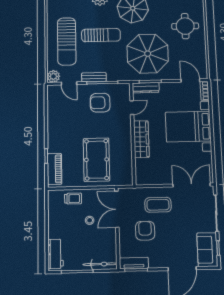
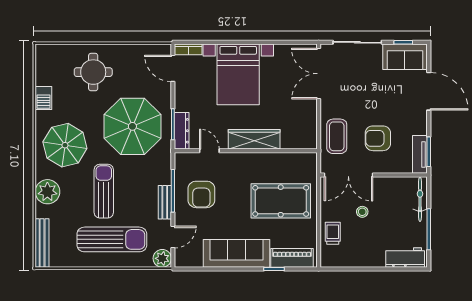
door: (190, 81) -> (173, 68), hinge flipped
sofa: (58, 129) -> (236, 253), added
coffee table: (158, 205) -> (337, 136), moved

